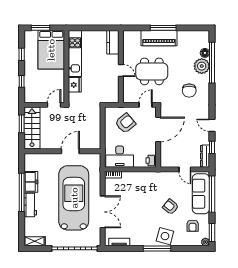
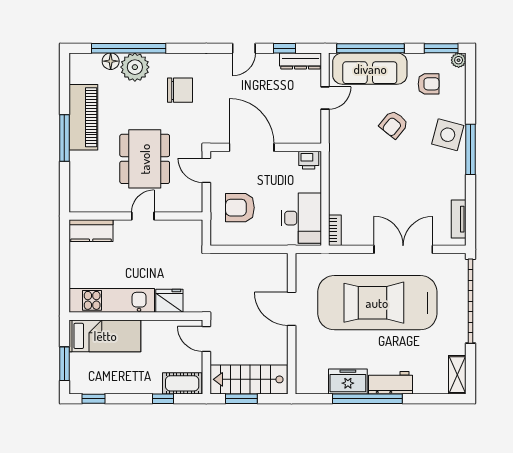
piano: (159, 38) -> (83, 117), moved
bed: (51, 50) -> (105, 336), width x0.67
window: (22, 54) -> (93, 399), moved
cot: (30, 92) -> (182, 383), added
armchair: (125, 123) -> (240, 208), turned -50

